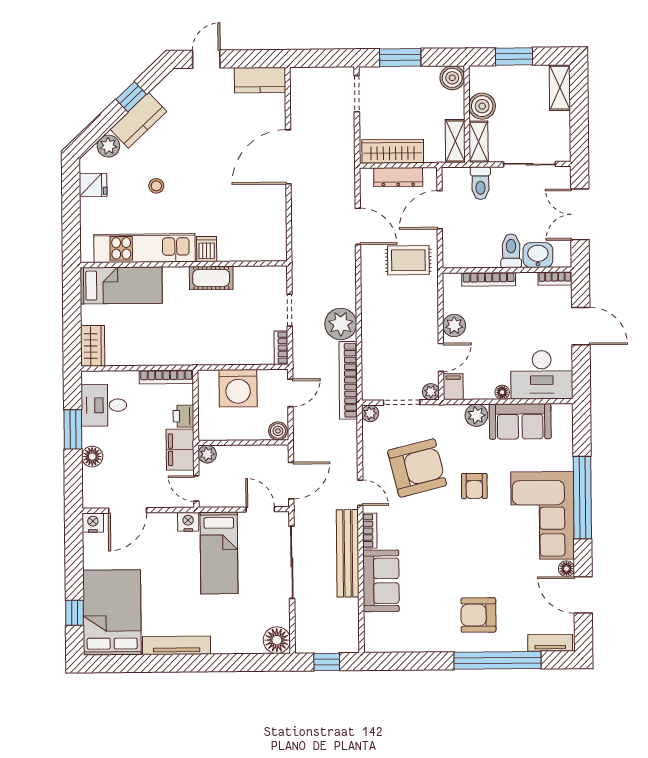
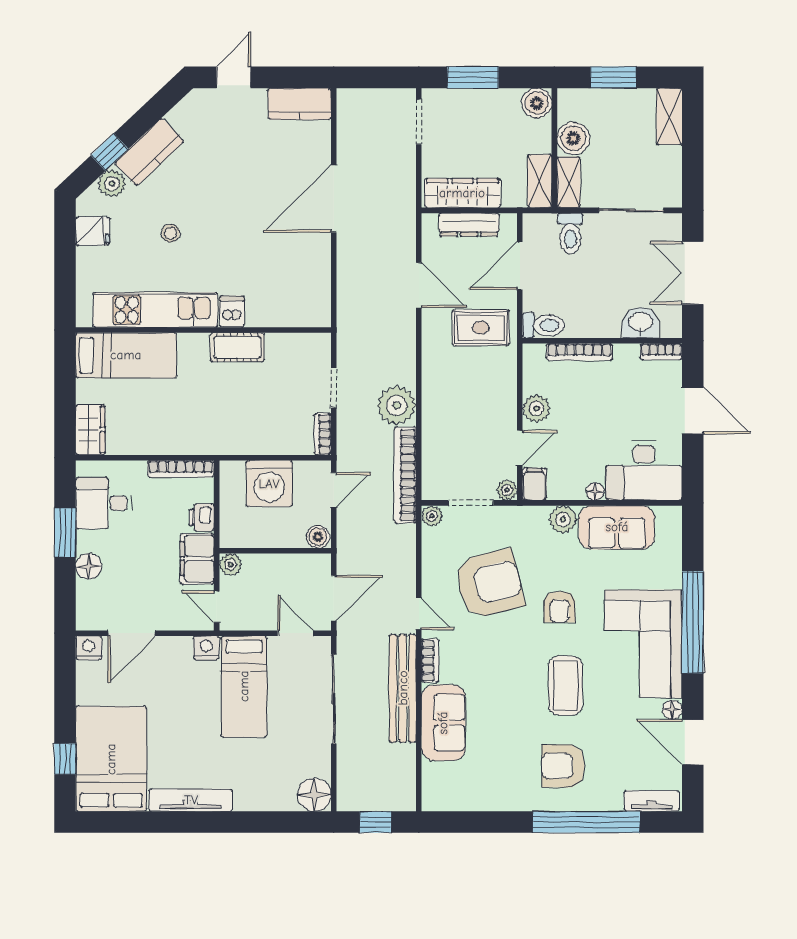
window: (131, 97) -> (110, 152), moved
toilet: (511, 251) -> (543, 325), moved, turned 90
coffee table: (480, 550) -> (566, 686), added

